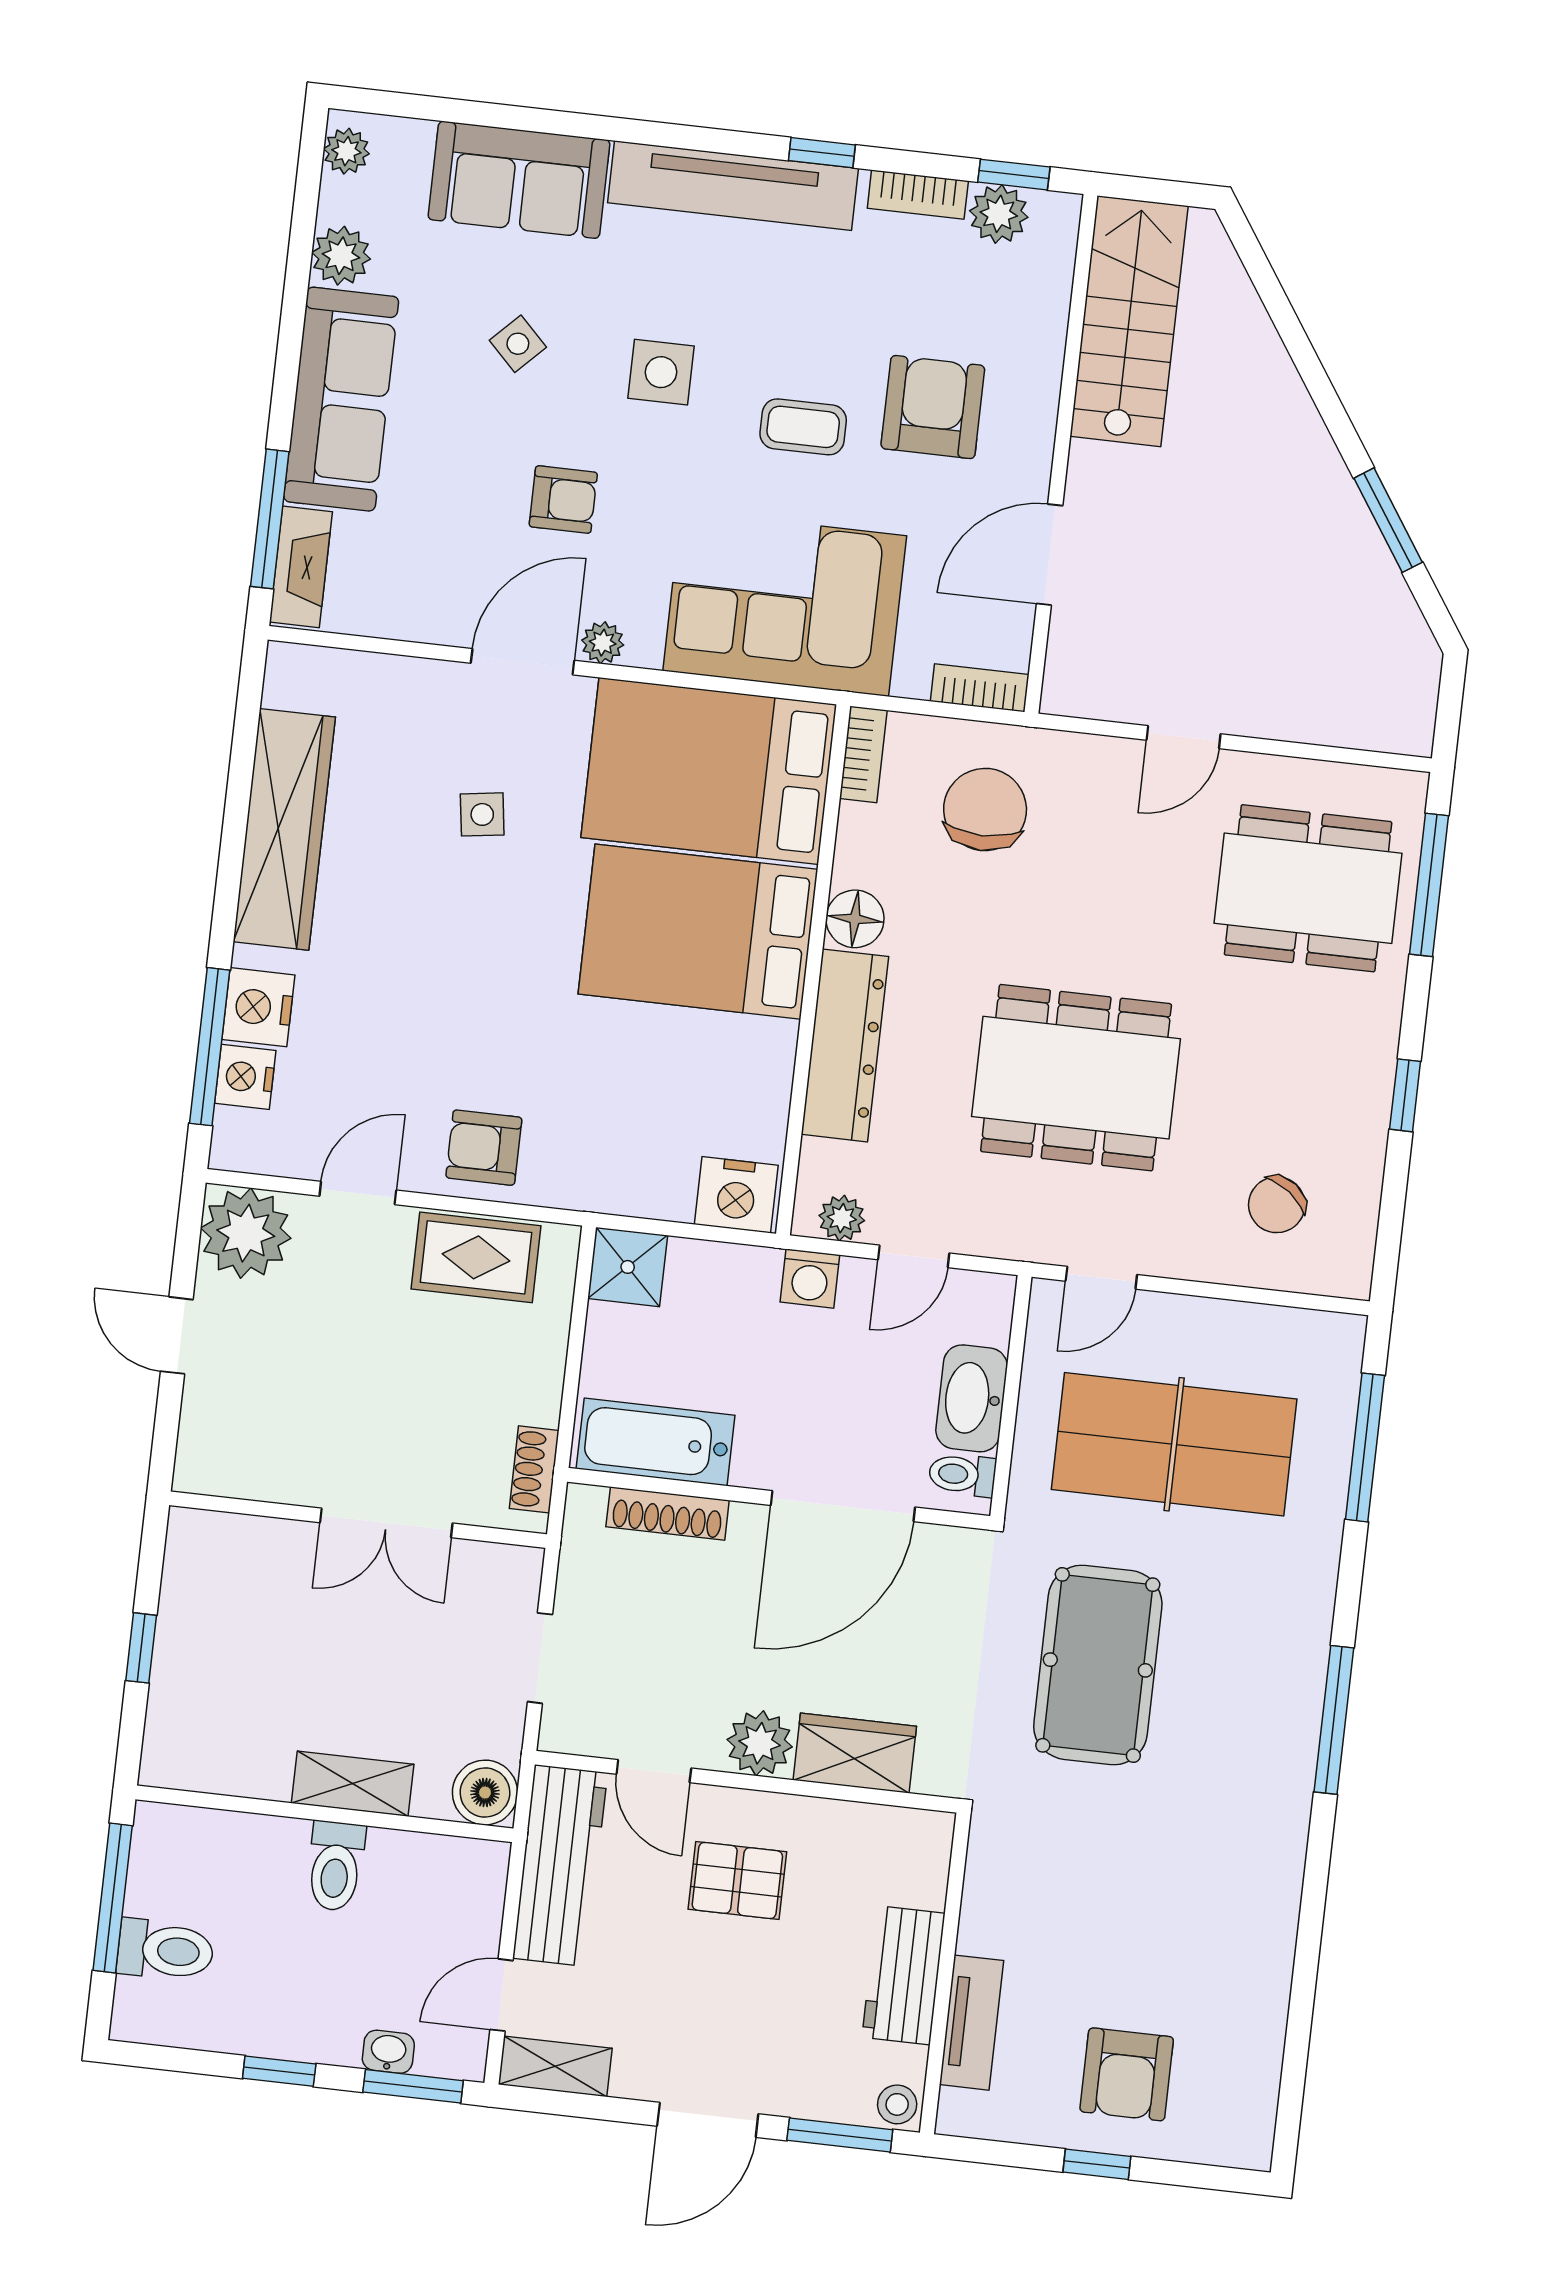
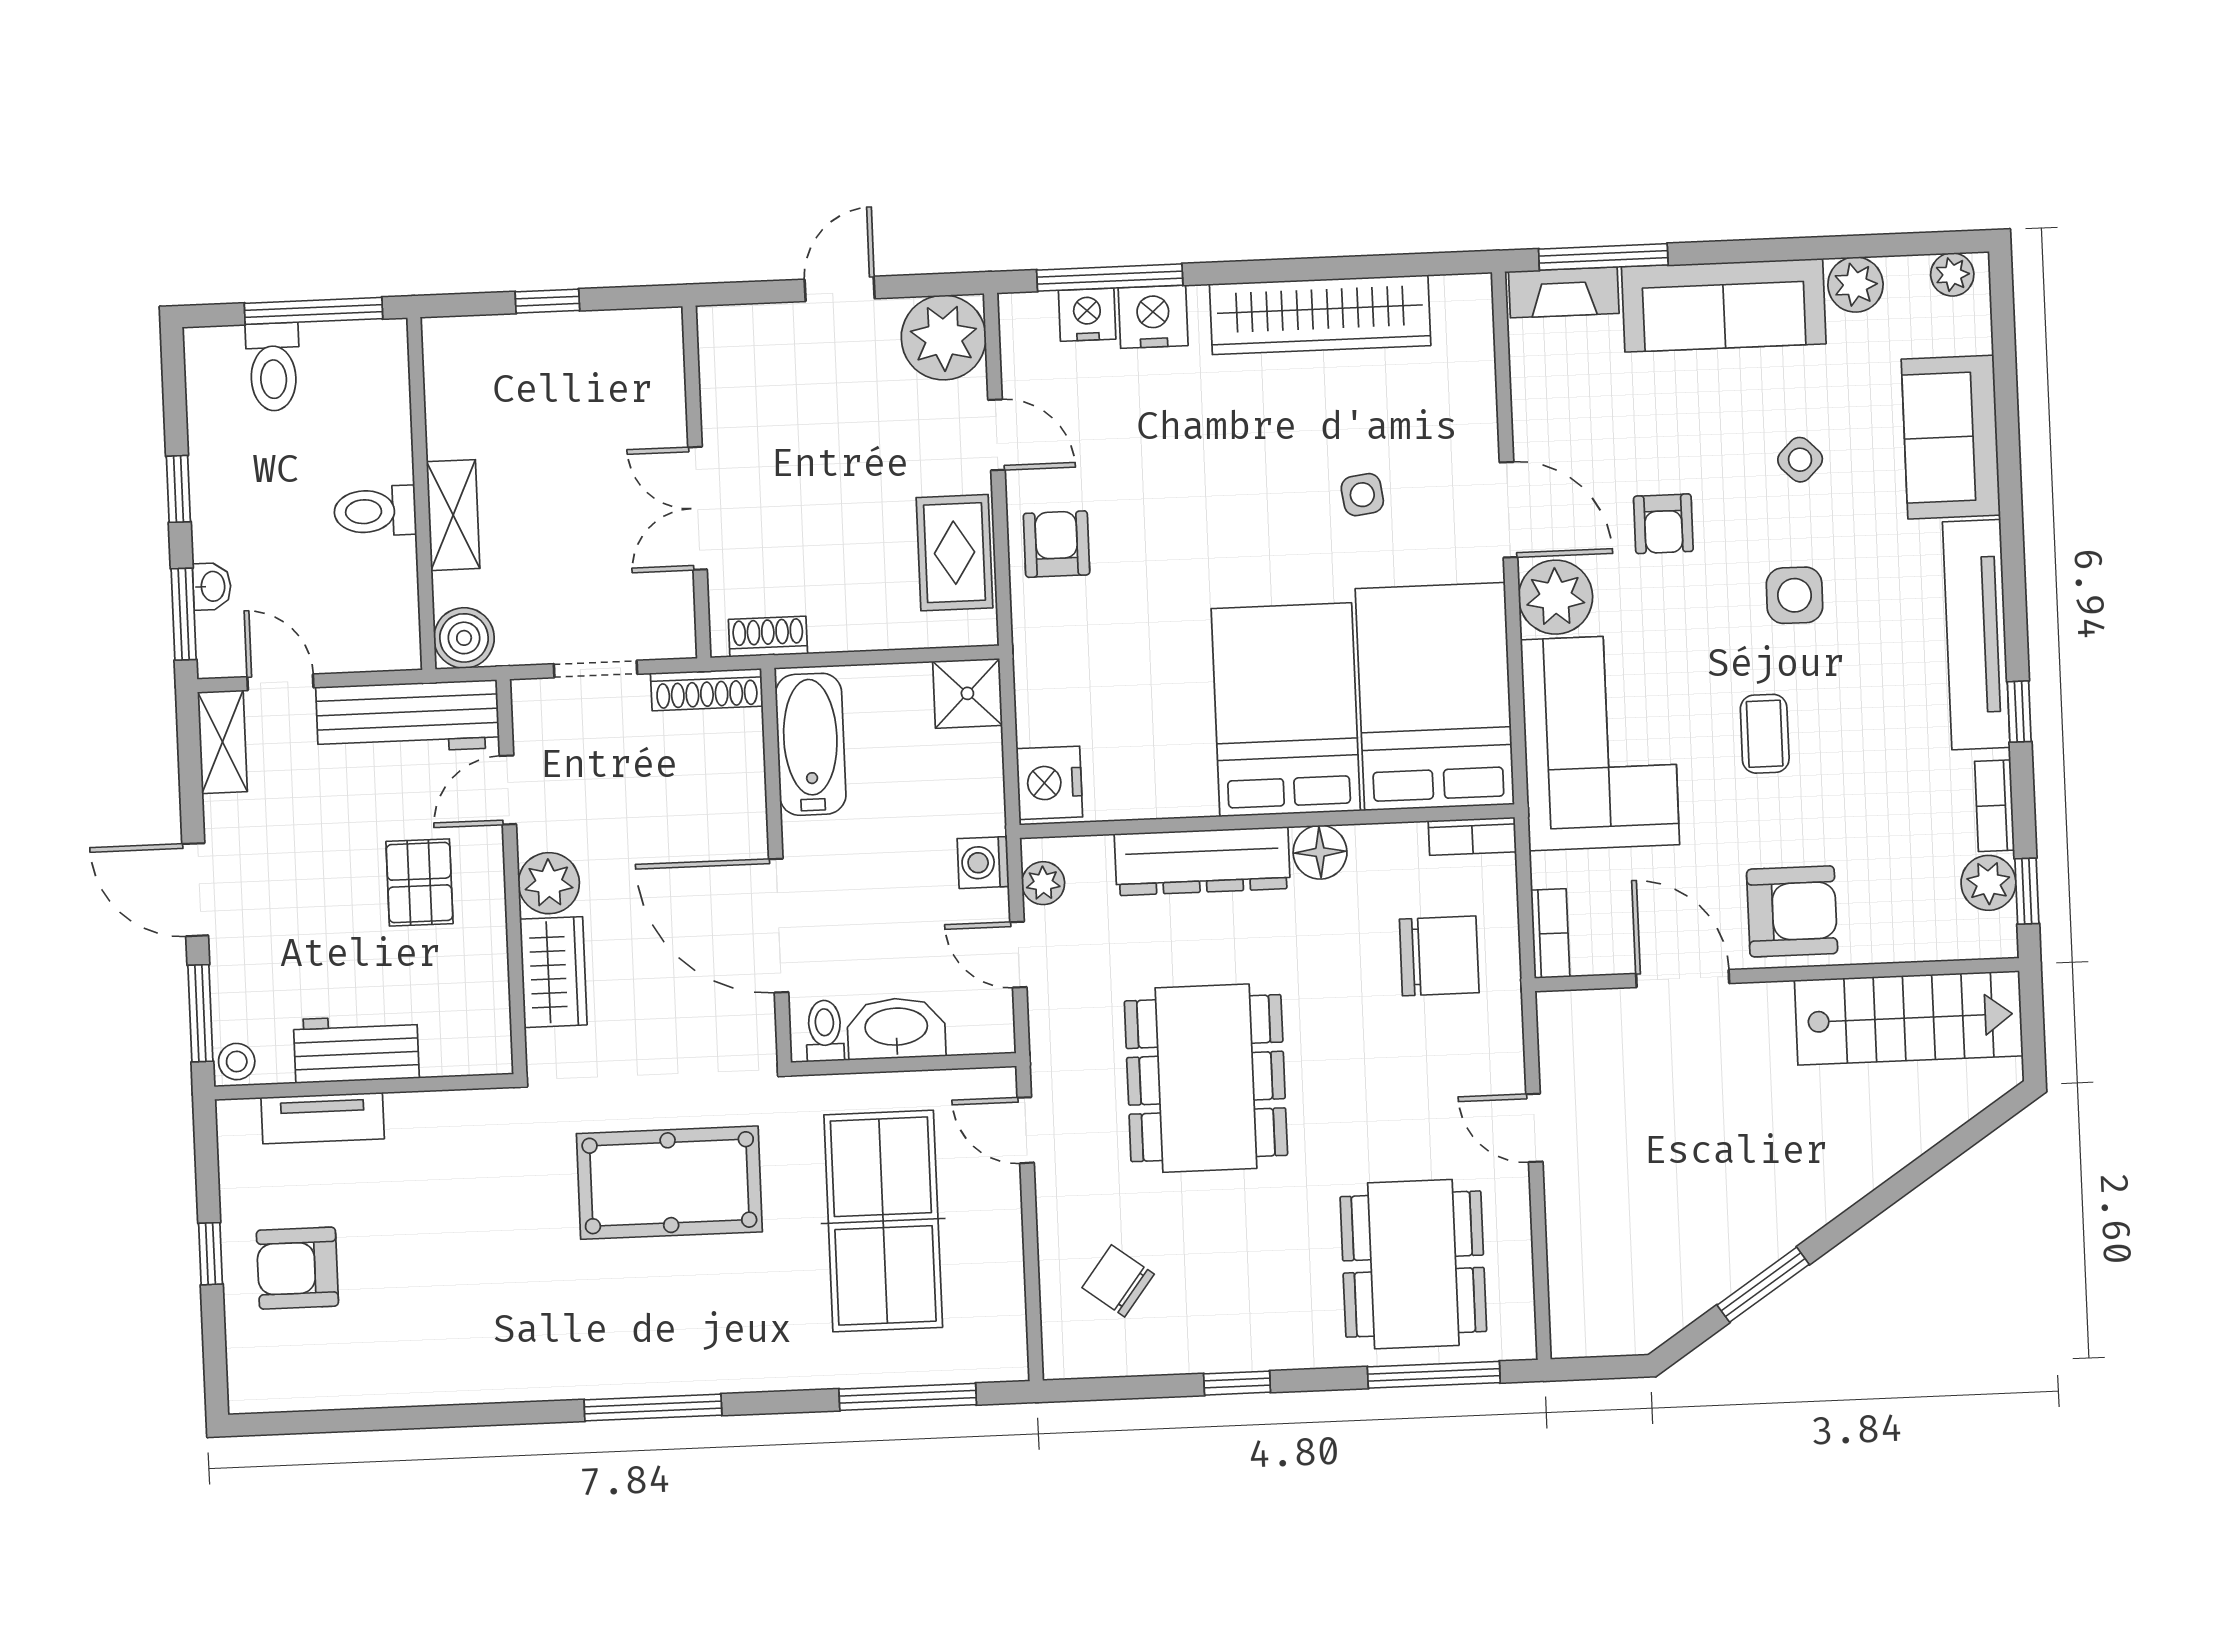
armchair: (933, 407) -> (1792, 911), moved
plant: (603, 643) -> (1556, 597), width x1.88, depth x1.88
shoe rack: (668, 1514) -> (707, 690), moved, turned -90

